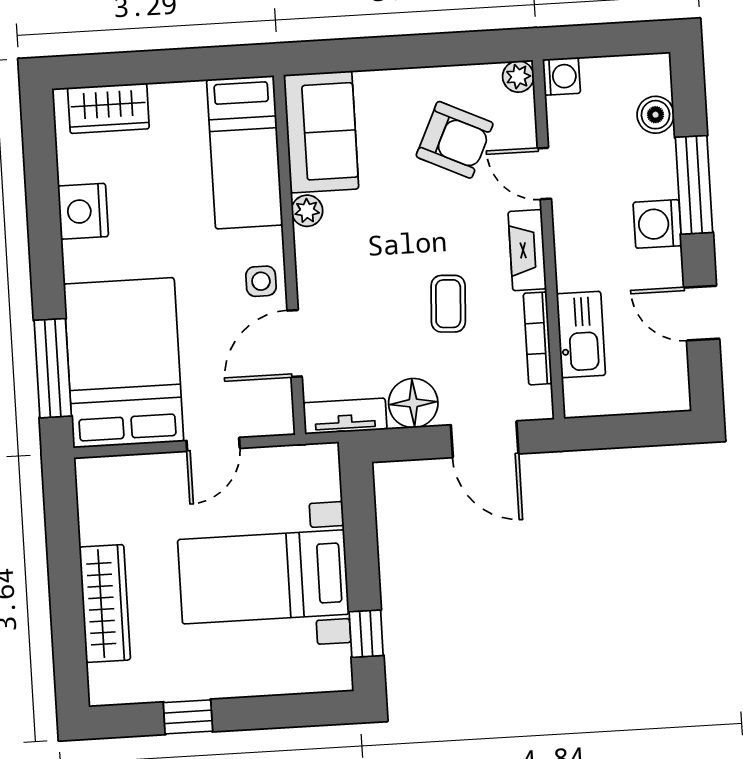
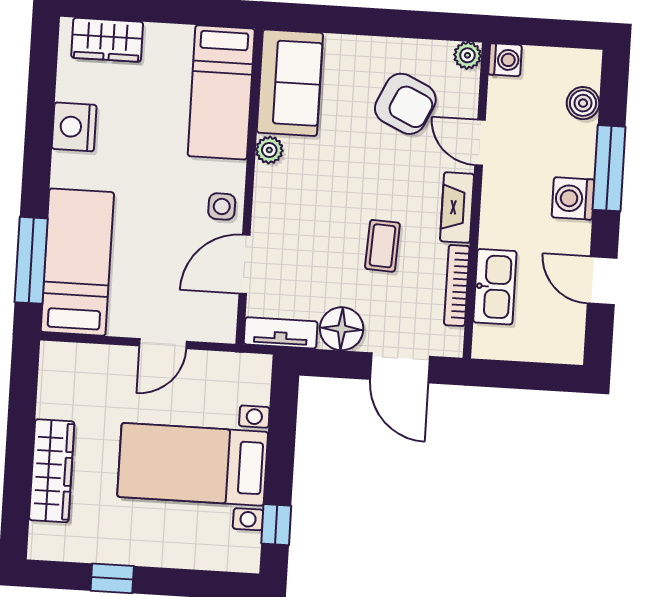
bed: (124, 363) -> (77, 262), width x0.67

